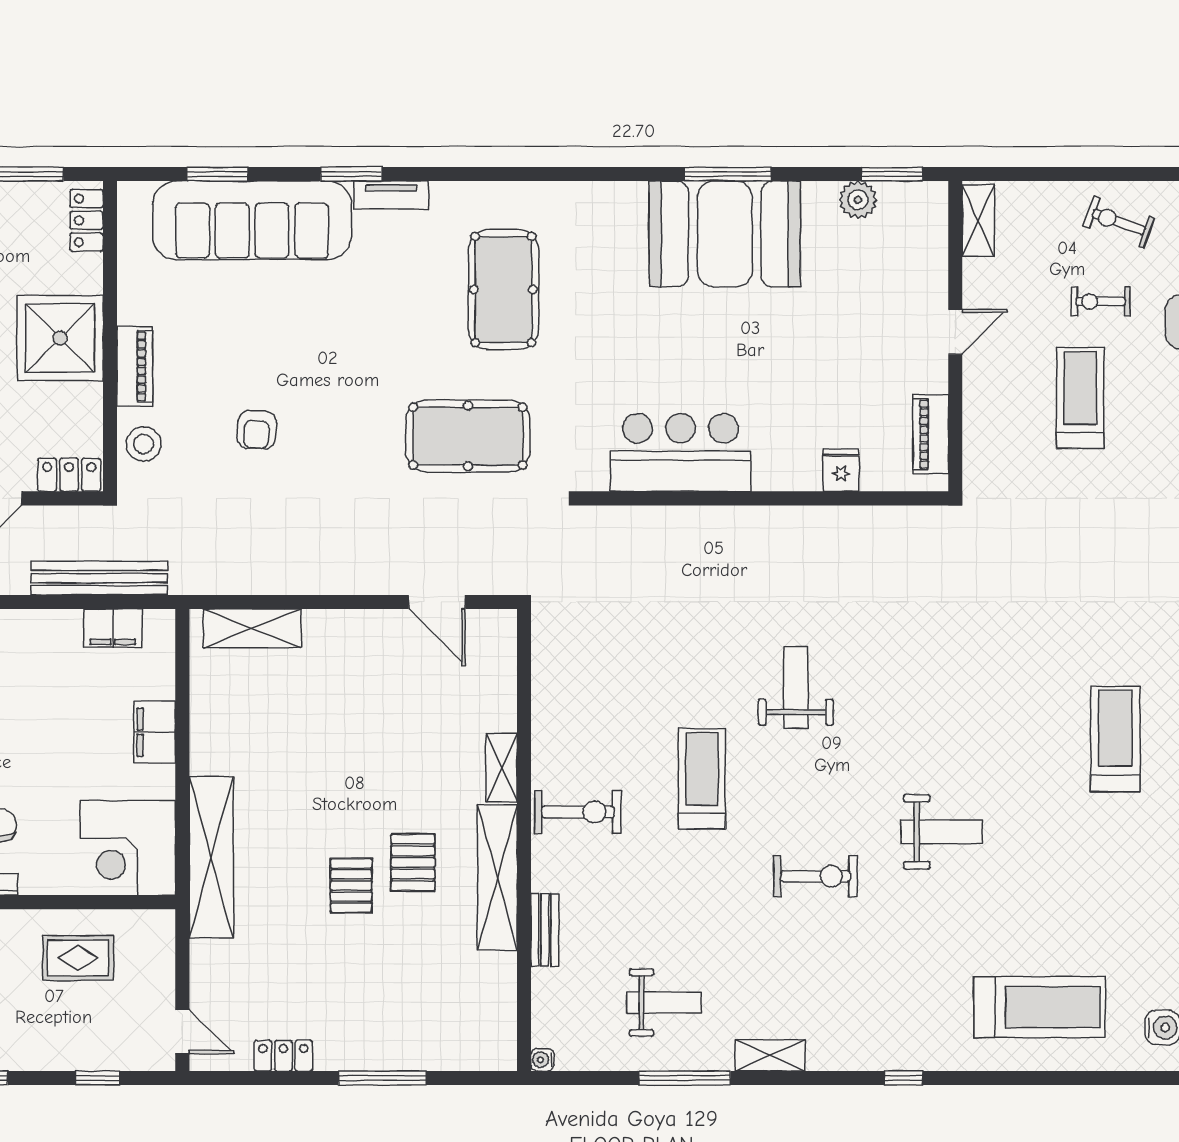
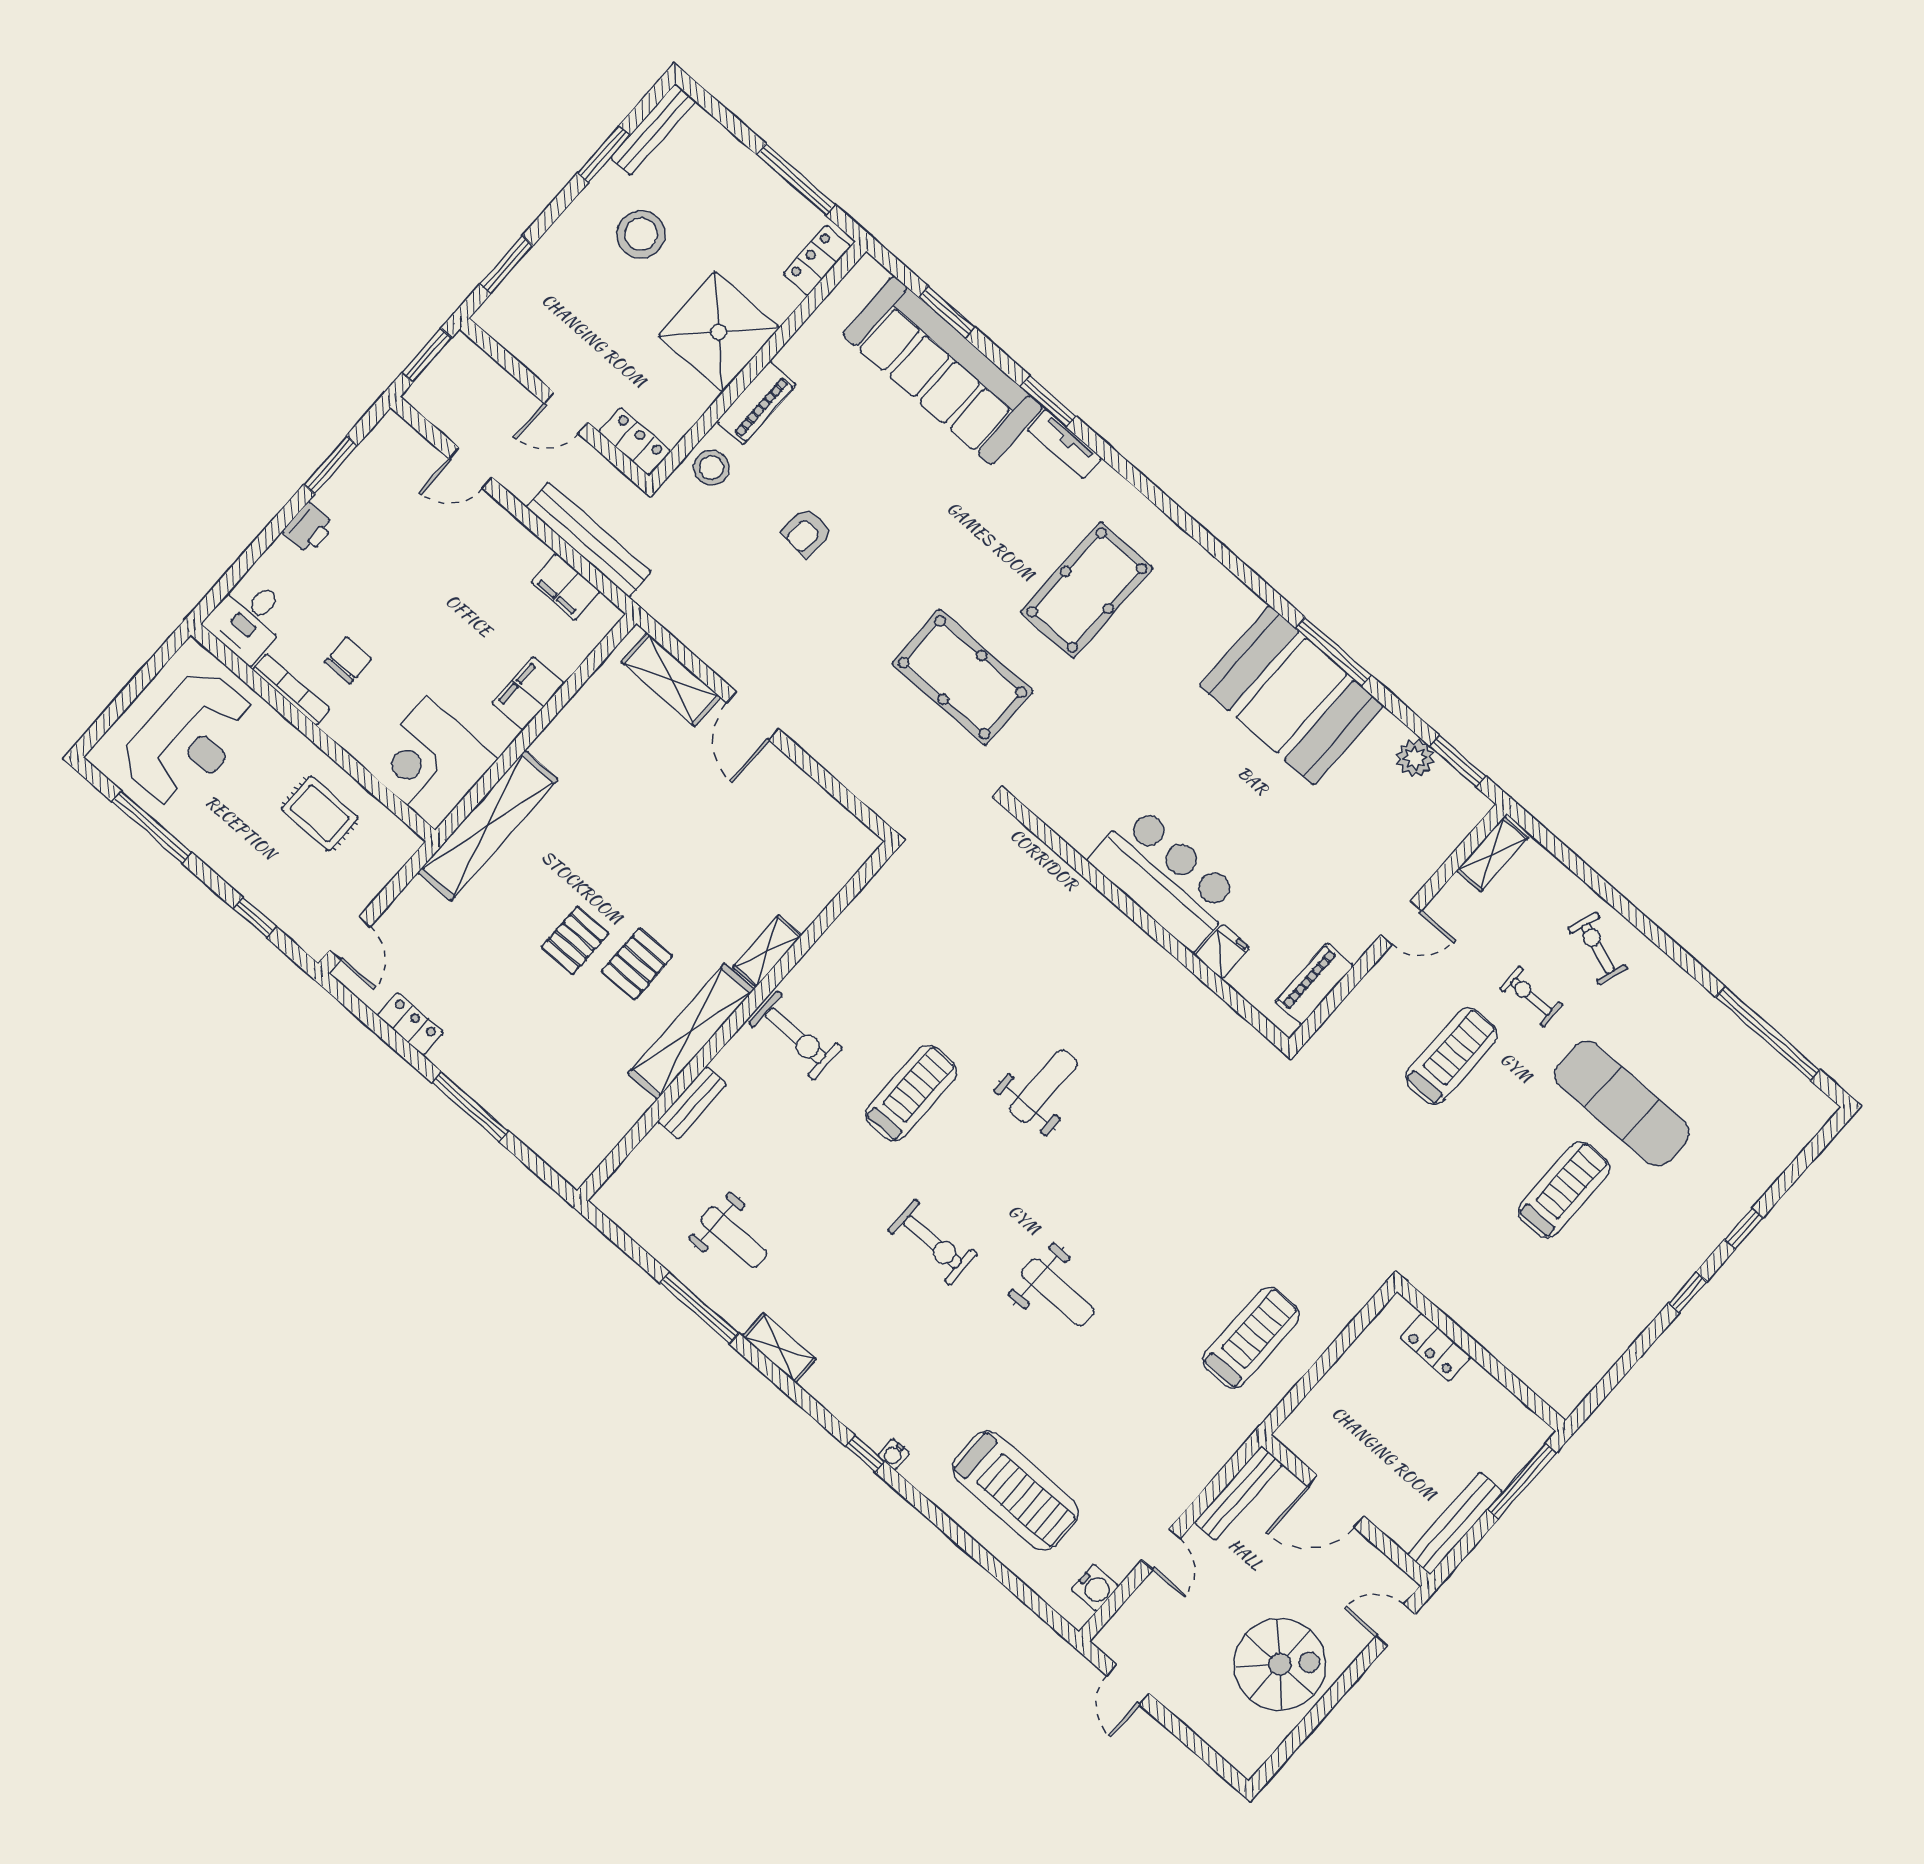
bar counter: (681, 452) -> (1165, 878), moved
door: (437, 602) -> (753, 716), moved
water cooler: (542, 1060) -> (894, 1454), moved, turned -90

